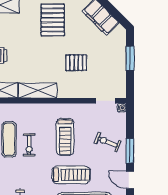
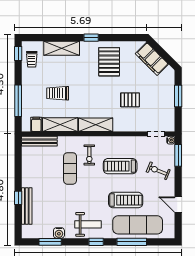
treadmill: (65, 137) -> (120, 166), turned 90
exercise bike: (29, 145) -> (89, 155), moved
window: (130, 151) -> (178, 155), moved

